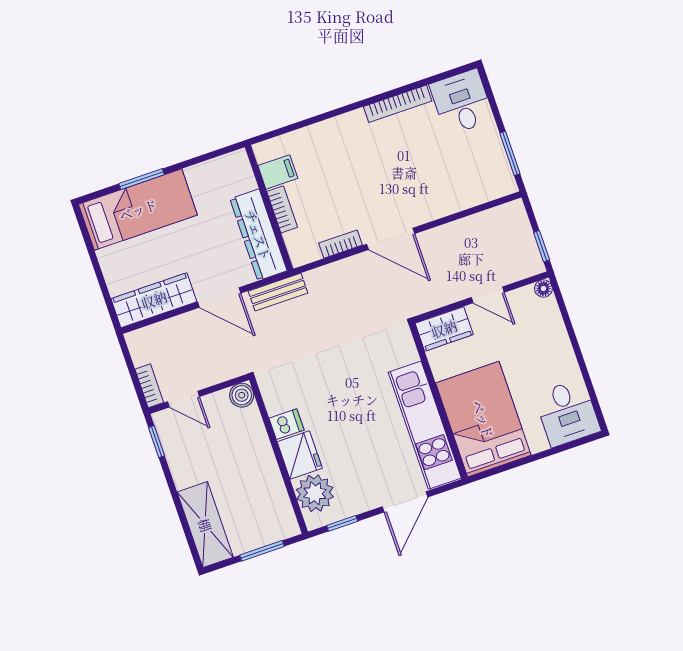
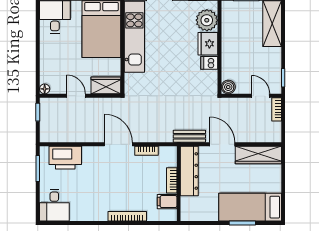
bookcase: (398, 104) -> (127, 216), moved
printer: (471, 187) -> (65, 158), added

